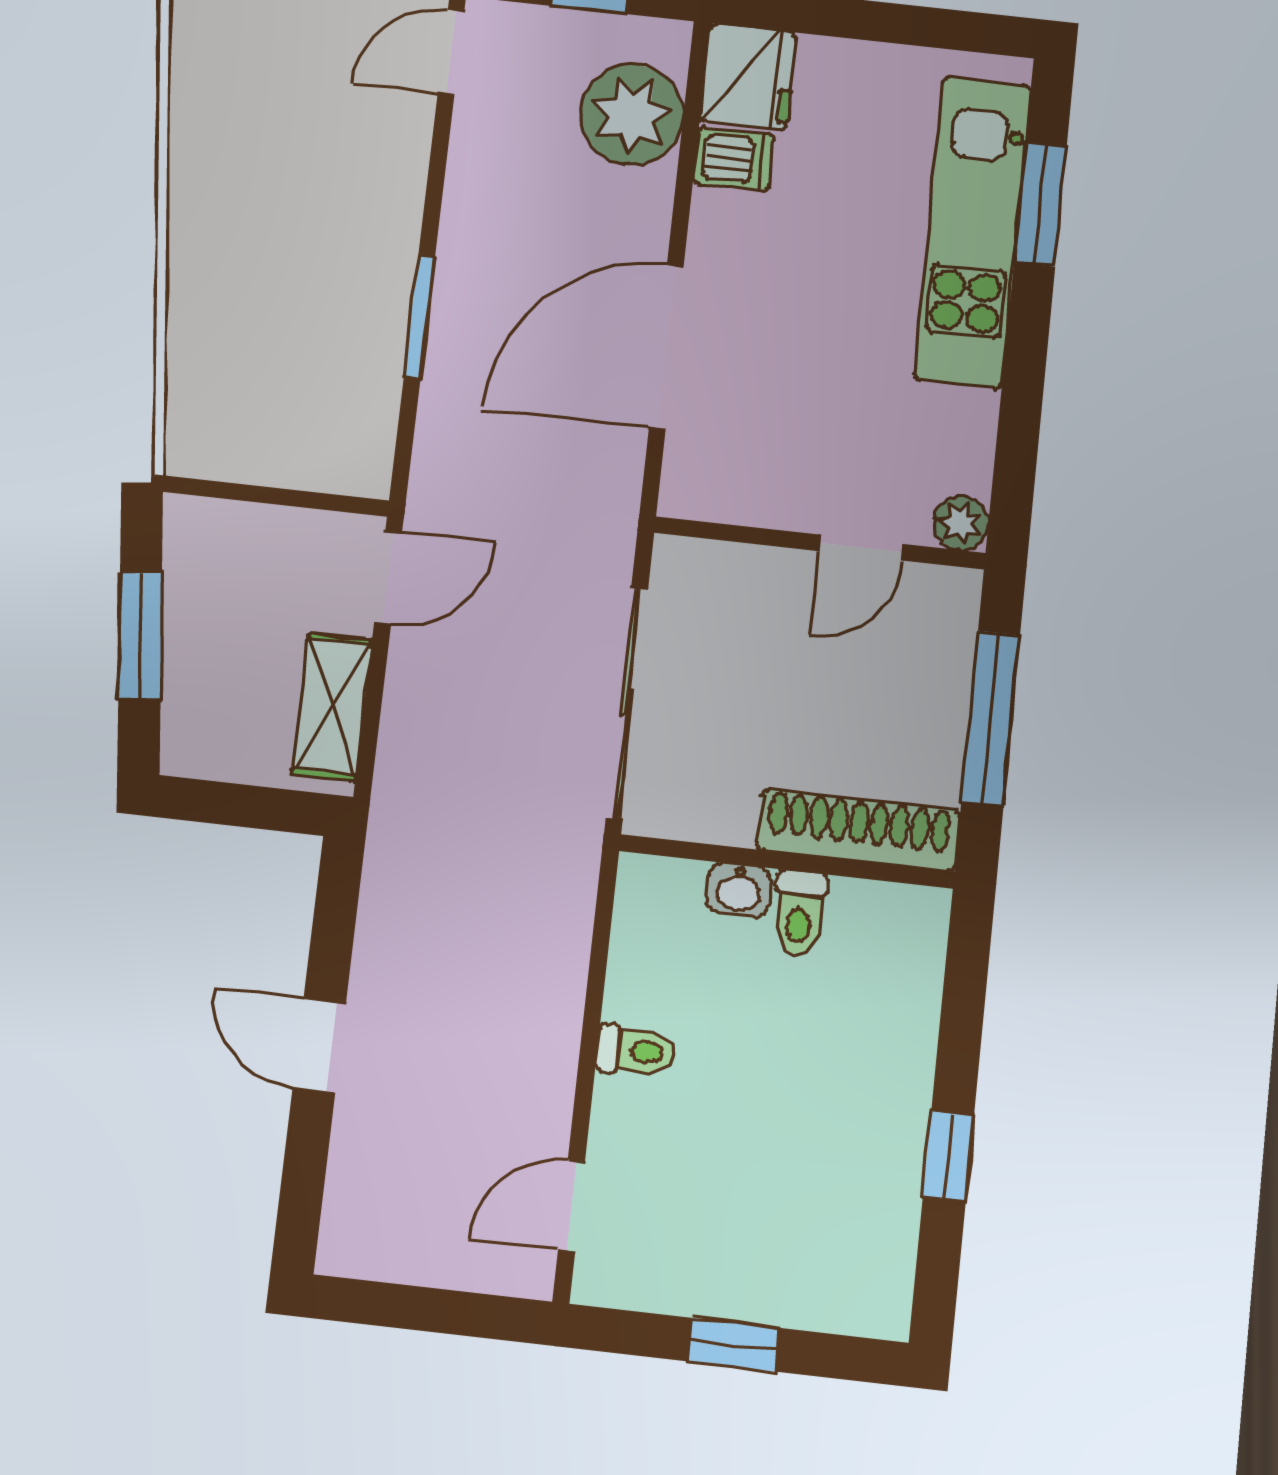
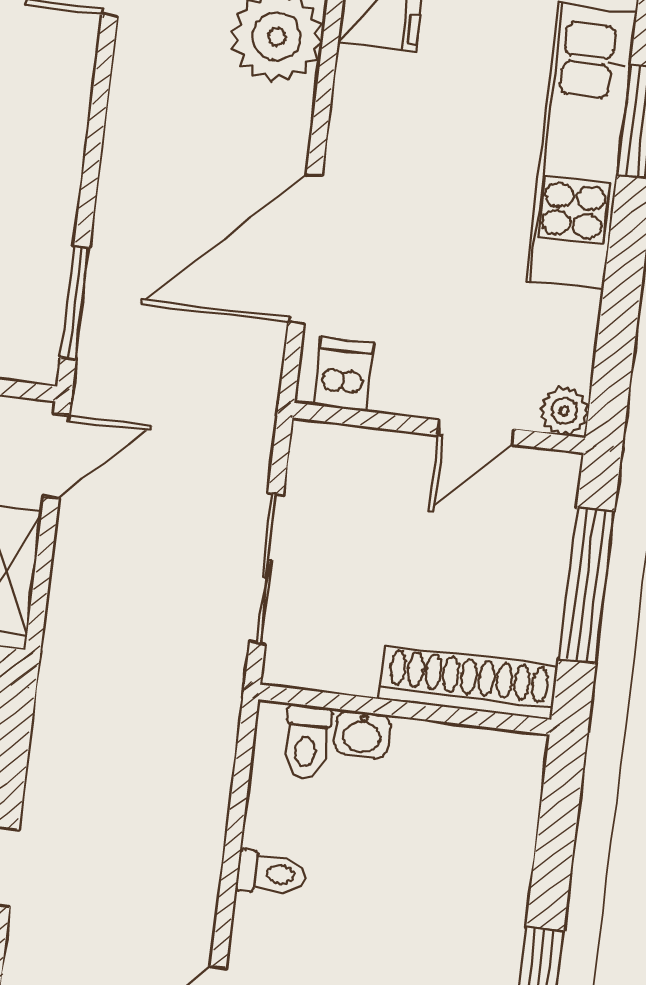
dishwasher: (734, 159) -> (343, 374), moved, turned -90
window: (419, 317) -> (75, 303), moved
sliding door: (627, 702) -> (267, 568), width x0.73
toilet: (799, 913) -> (306, 742), moved

